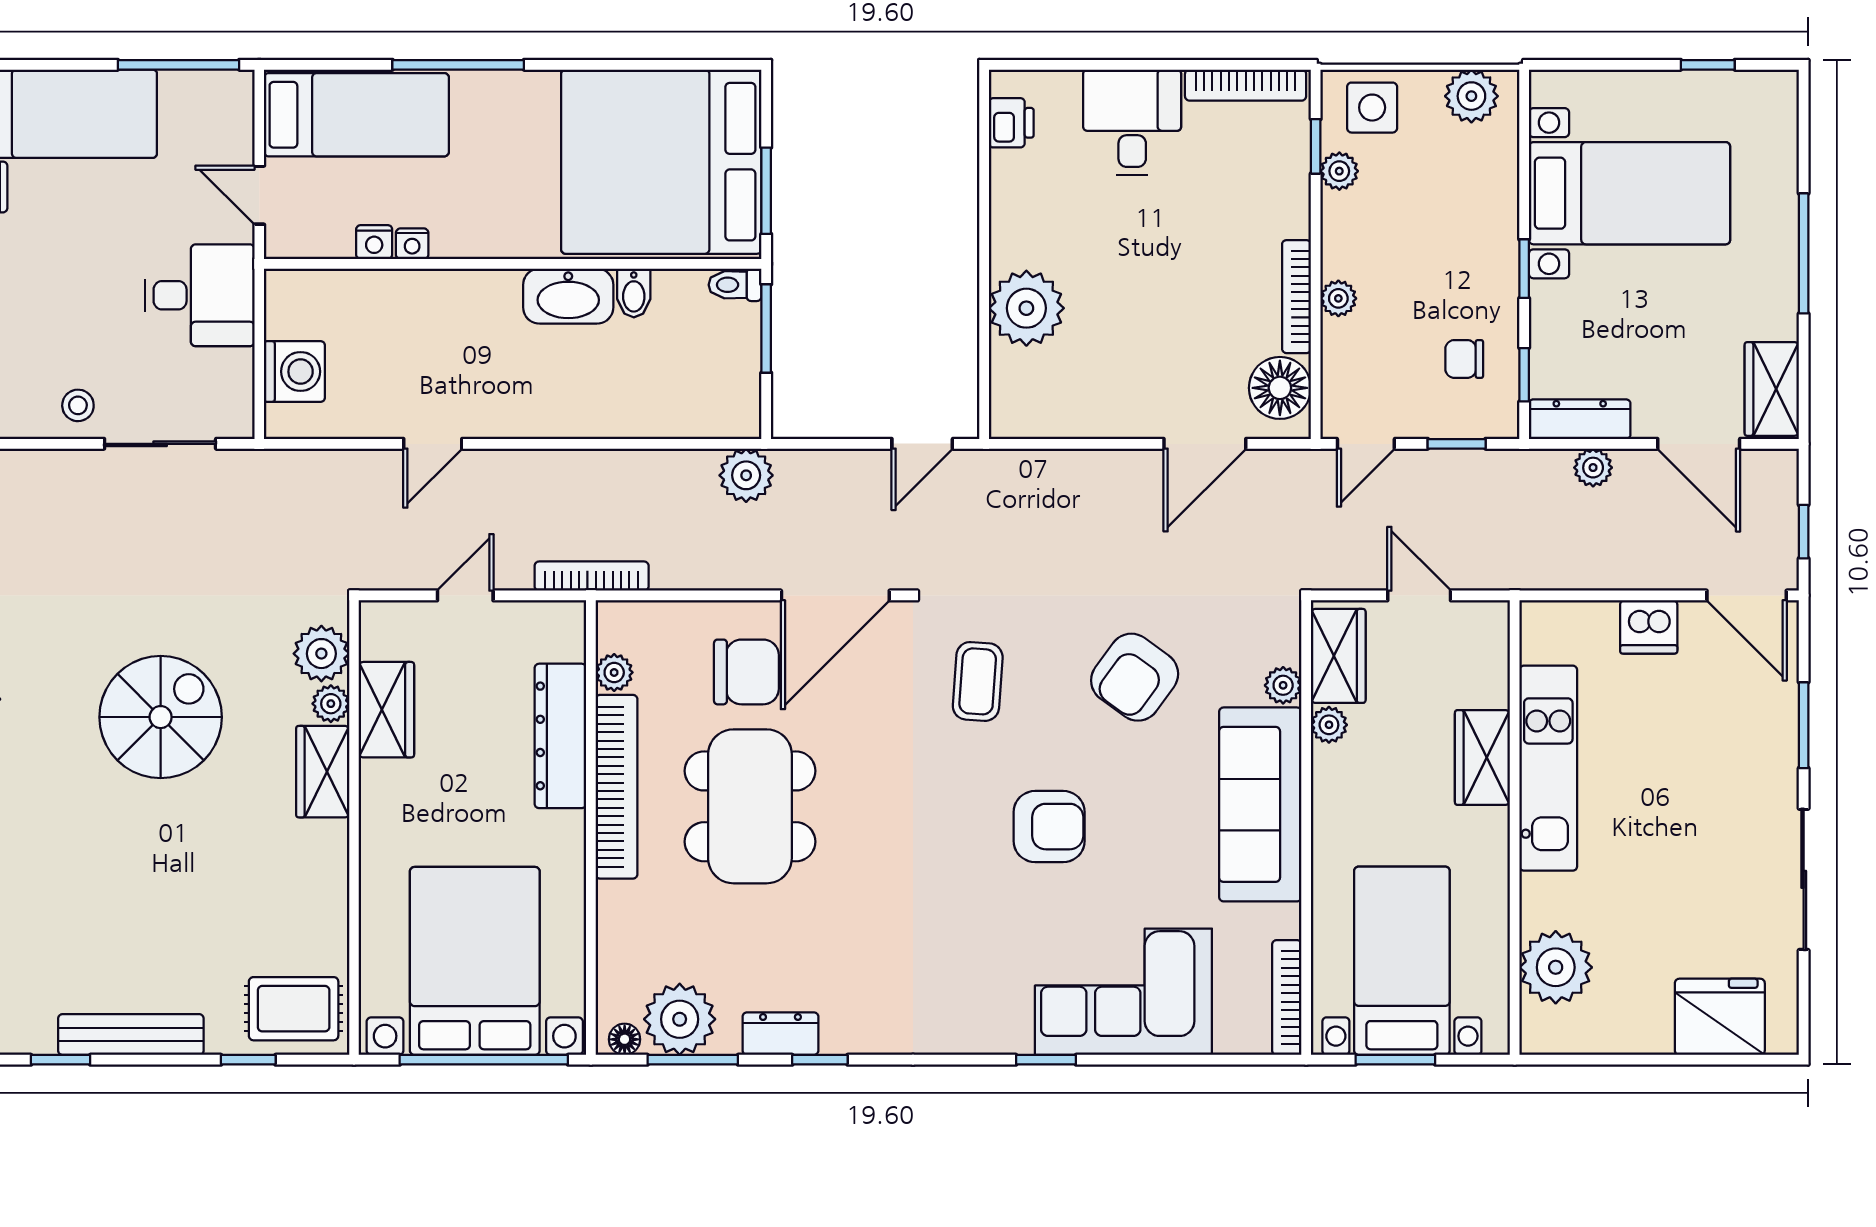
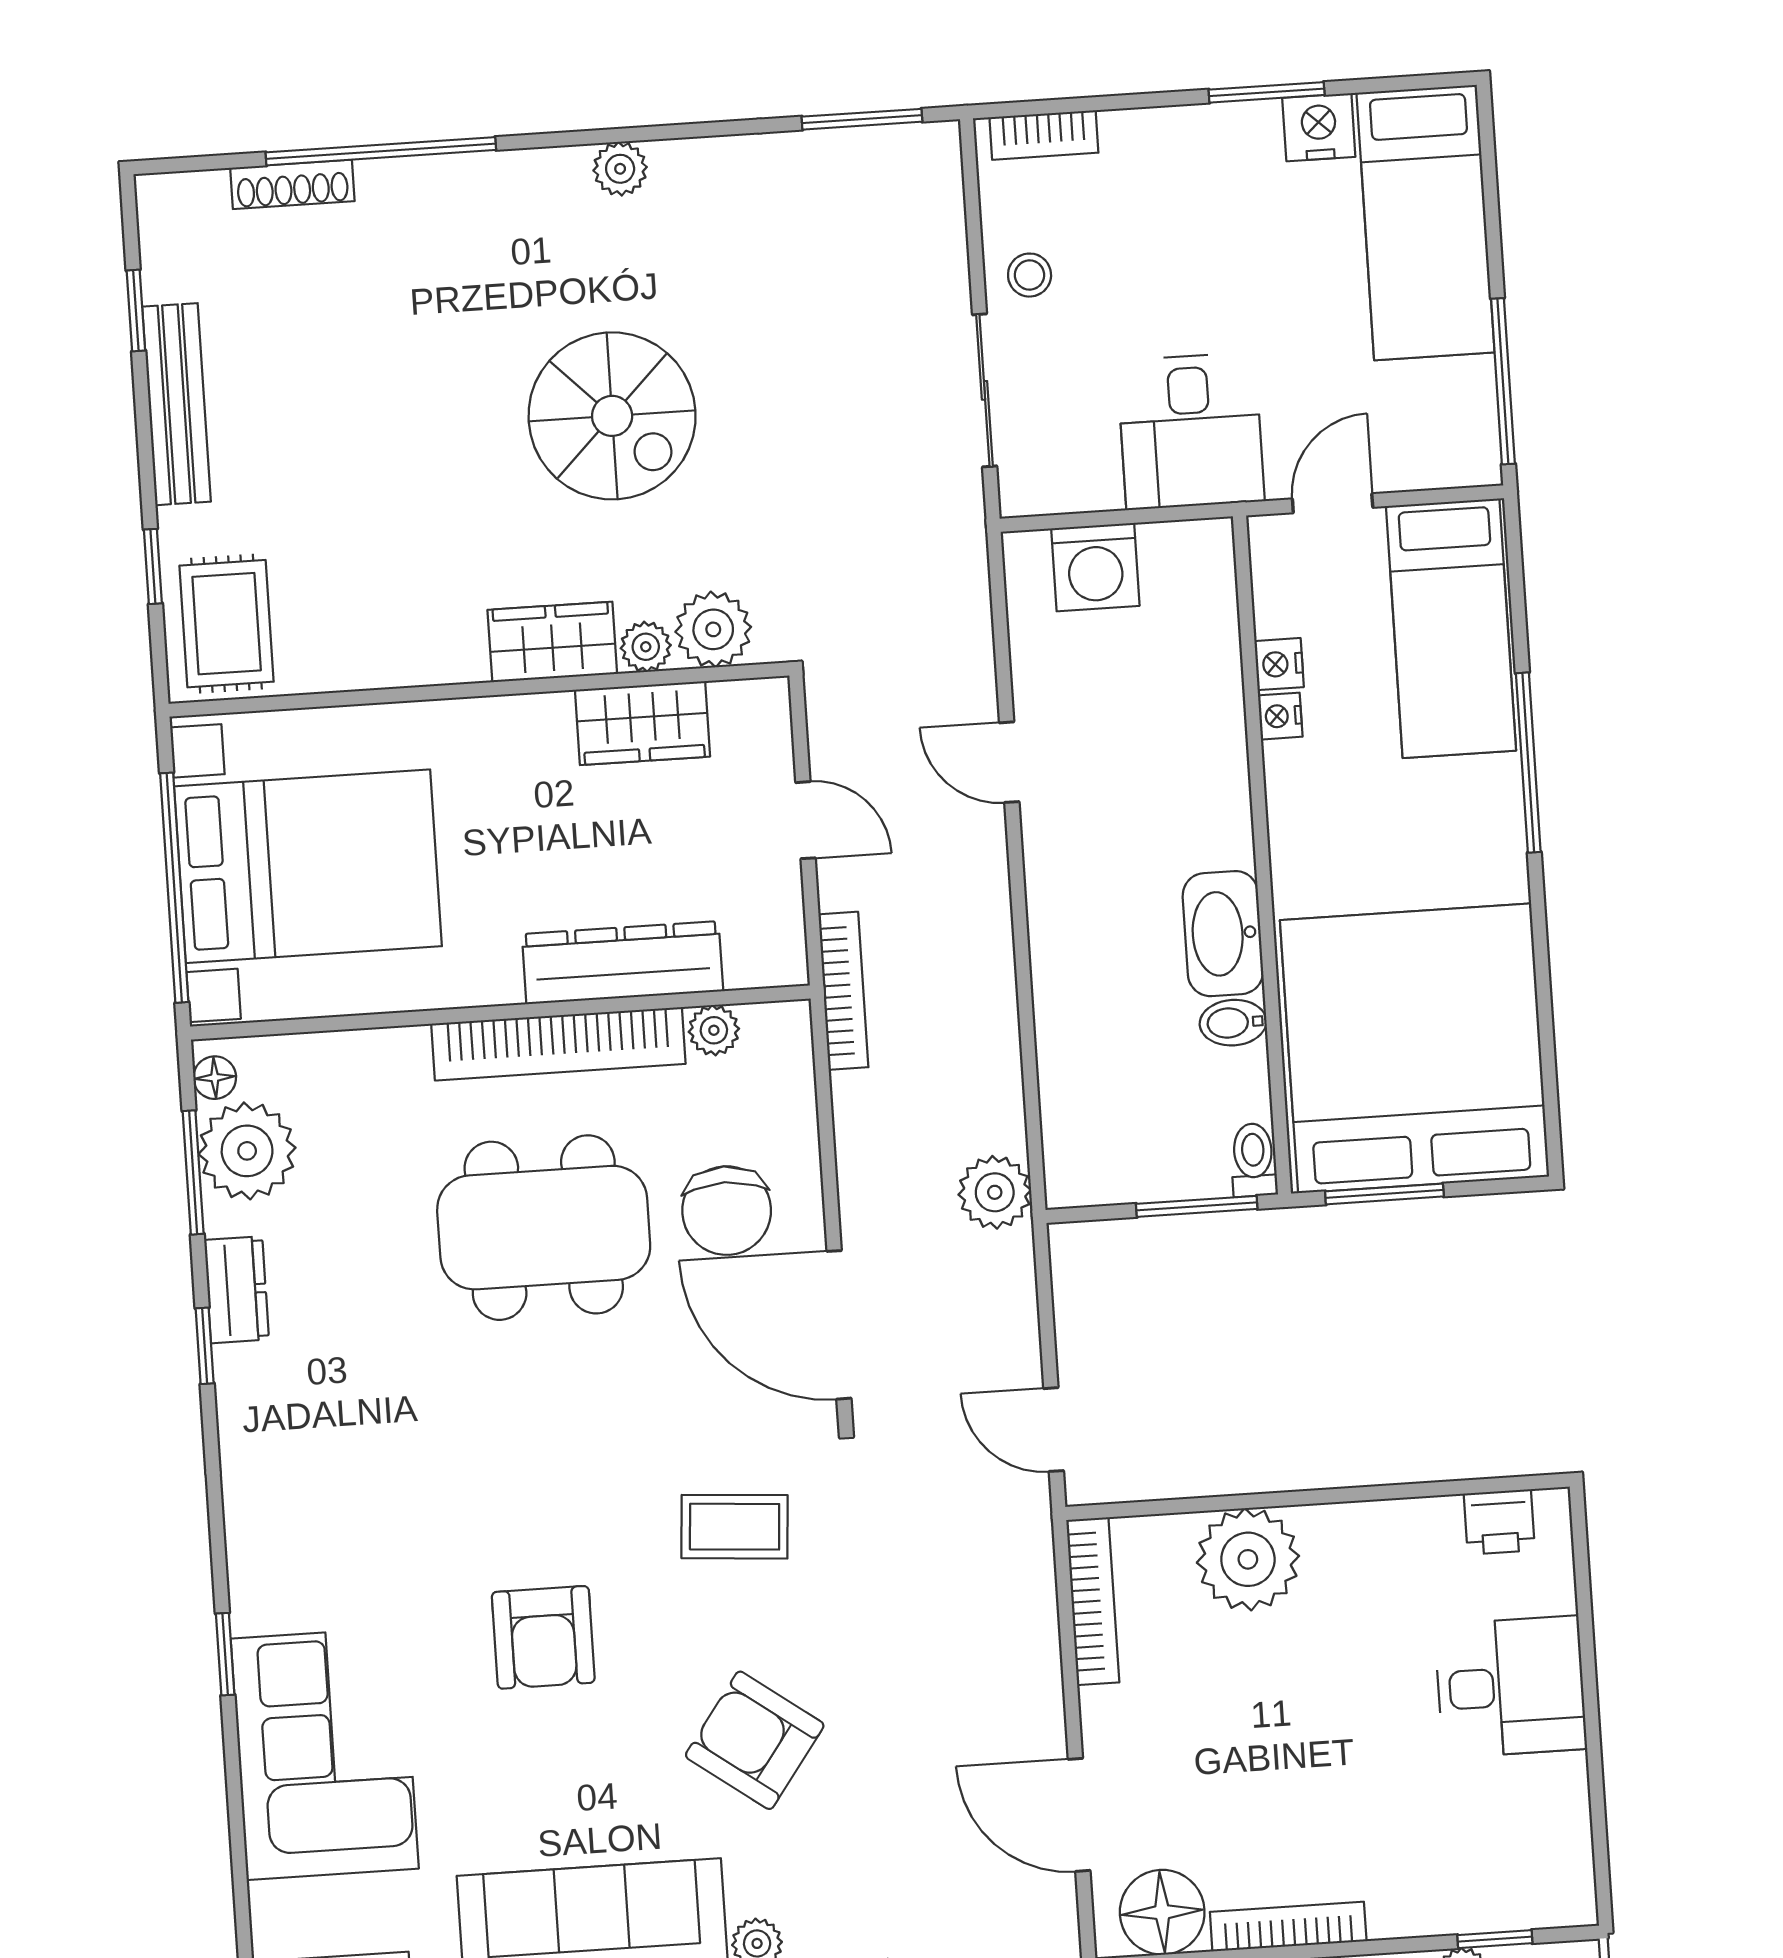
bookcase: (1246, 85) -> (1093, 1601), moved, turned 180

